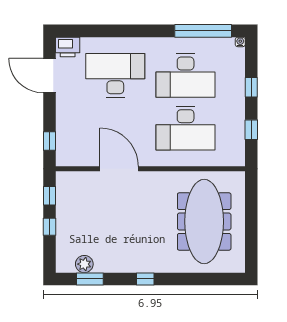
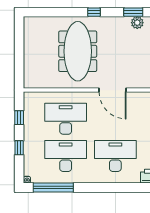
desk: (115, 75) -> (115, 156), turned 180
meeting table: (204, 221) -> (78, 51), moved

